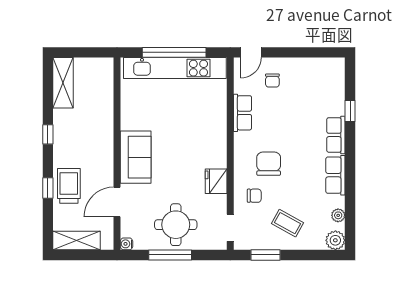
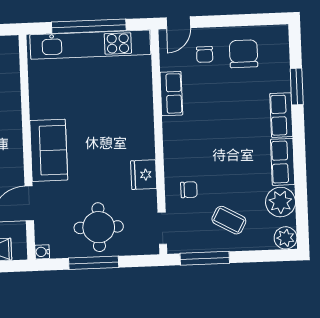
window: (350, 111) -> (297, 86), width x1.50
chair: (269, 164) -> (244, 54), moved
plant: (338, 215) -> (281, 202), width x1.87, depth x1.87
window: (265, 255) -> (205, 258), width x1.44

